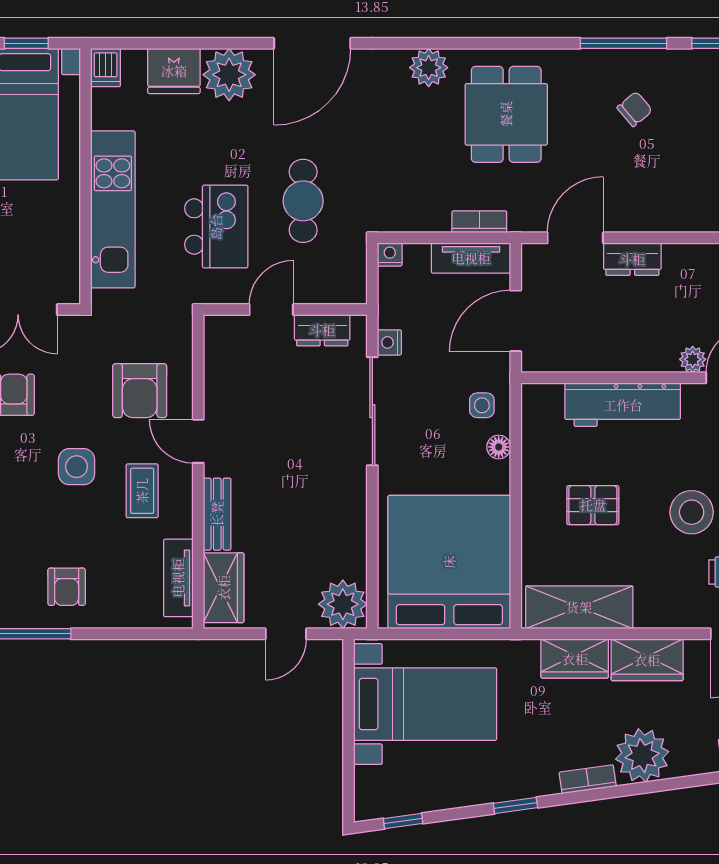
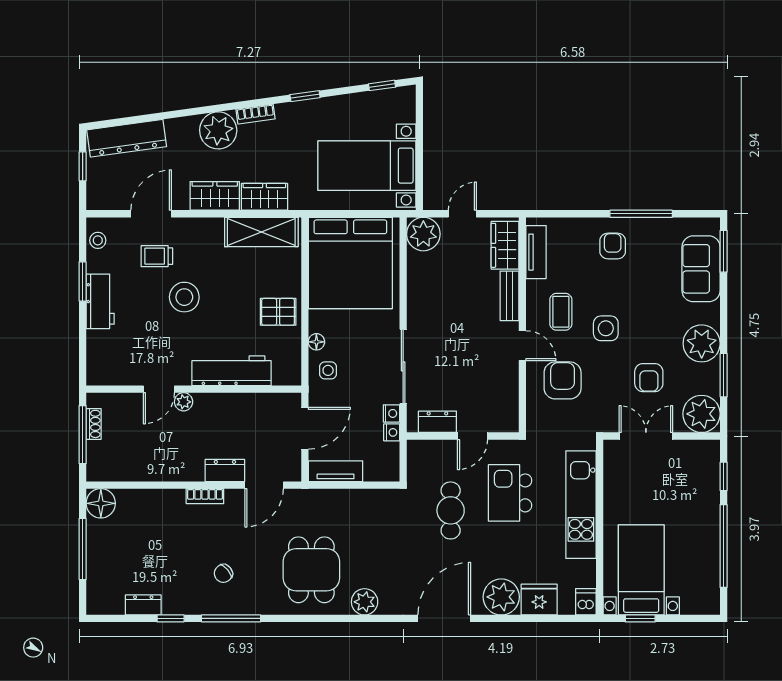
bookcase: (479, 222) -> (205, 496), moved
nightstand: (390, 255) -> (392, 432), moved, turned -90
pallet: (593, 505) -> (278, 312), moved

